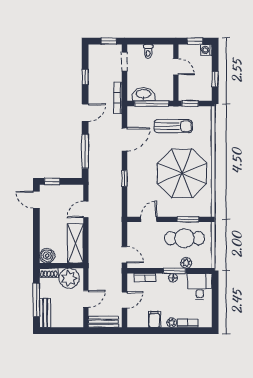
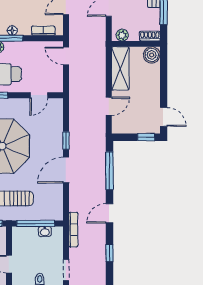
washbasin: (144, 94) -> (45, 232), width x0.52, depth x0.69
door: (124, 139) -> (66, 170), moved
plant: (69, 278) -> (122, 35), width x0.53, depth x0.53

